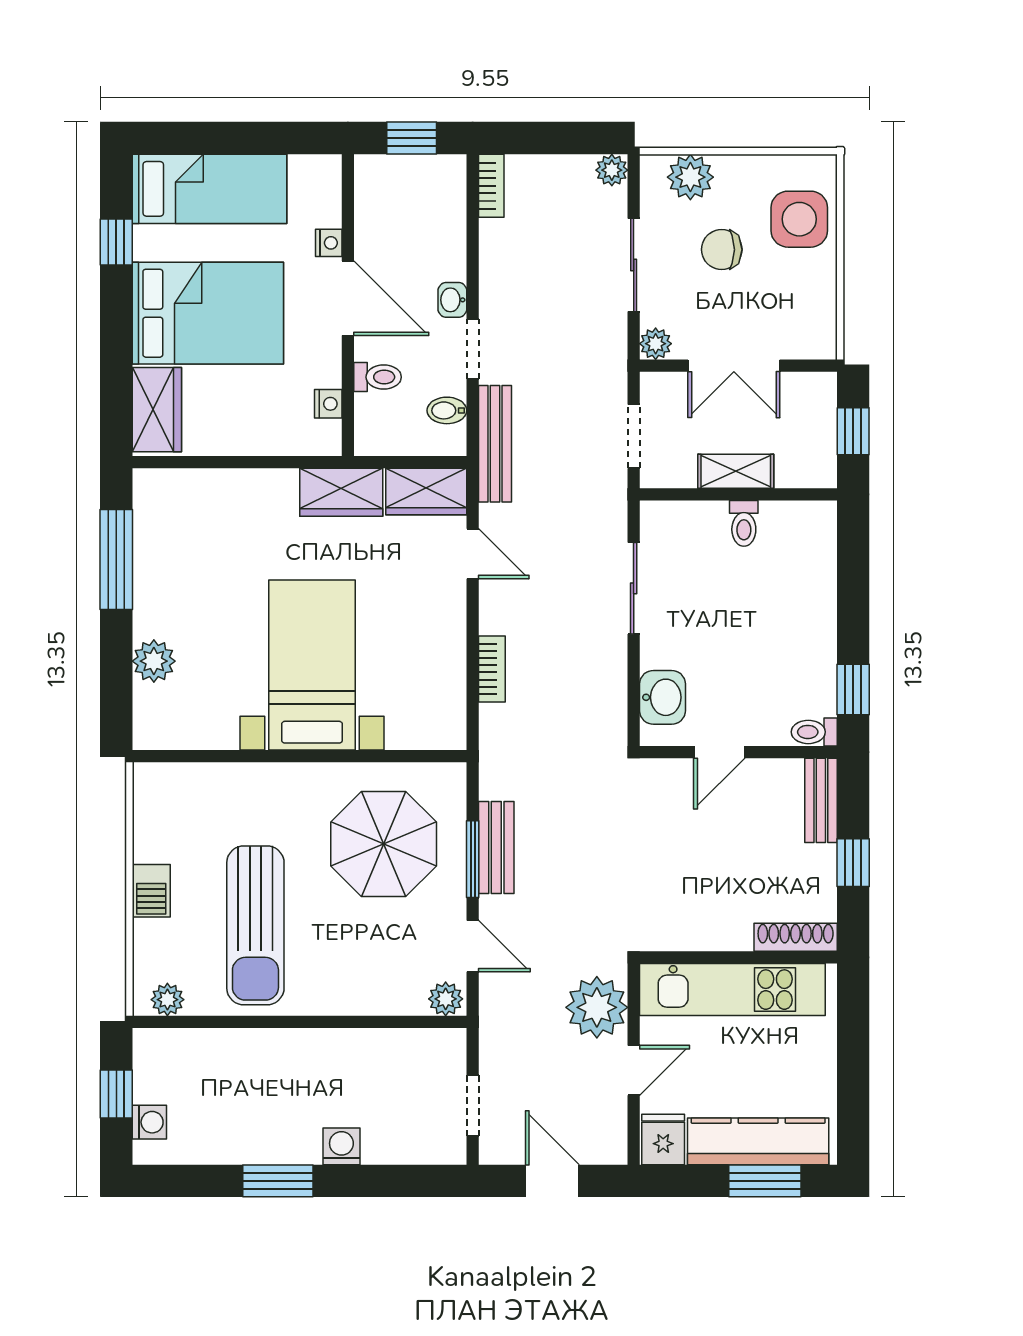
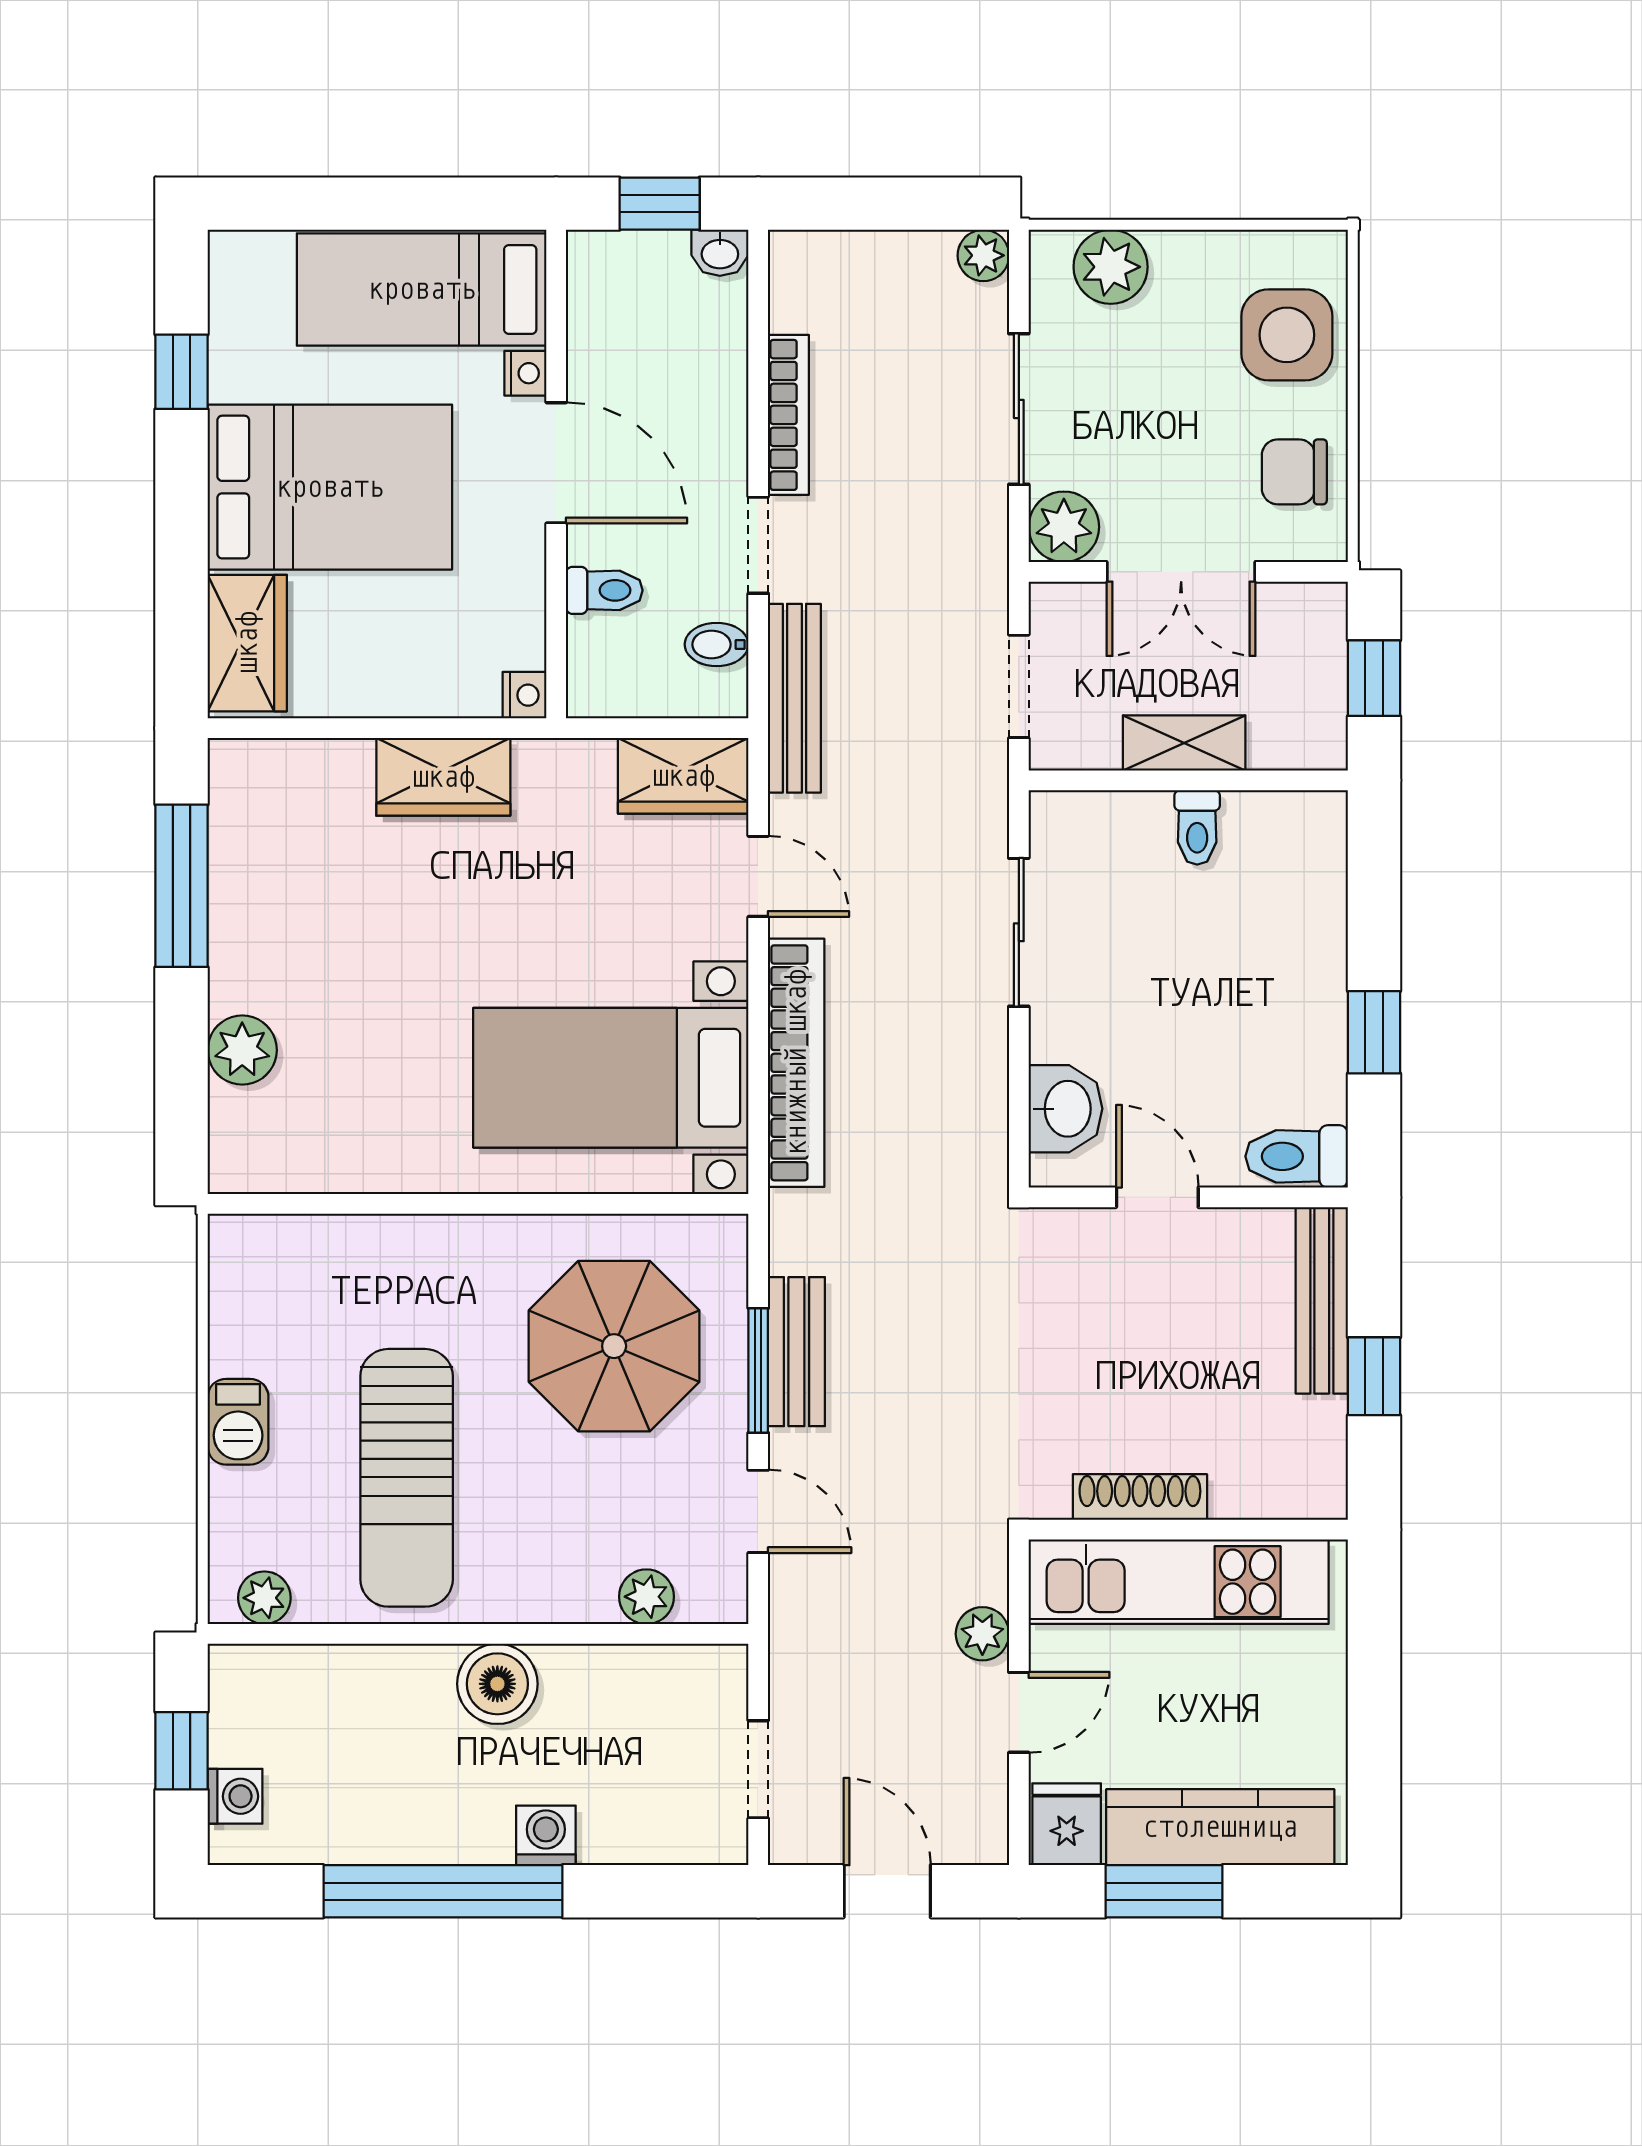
bookcase: (491, 186) -> (788, 415), moved, width x1.56
bed: (210, 189) -> (422, 289), moved, turned 180
chair: (722, 250) -> (1294, 472), moved
washbasin: (452, 300) -> (720, 253), moved, turned -90
plant: (656, 344) -> (1064, 527), width x1.38, depth x1.38
nightstand: (328, 404) -> (524, 695), moved
wardrobe: (341, 492) -> (443, 777), moved
bed with nightstands: (312, 665) -> (611, 1078), moved, turned -90
bookcase: (492, 669) -> (796, 1063), width x2.31, depth x1.31
window: (853, 690) -> (1374, 1032), moved
toilet: (814, 732) -> (1297, 1156), width x1.37, depth x1.39
door: (719, 752) -> (1157, 1197), swing flipped
bench: (821, 800) -> (1322, 1300), width x1.36
shoe rack: (796, 937) -> (1140, 1497), moved
plant: (446, 999) -> (646, 1597), moved
plant: (597, 1007) -> (982, 1634), width x0.53, depth x0.53
boiler: (311, 1053) -> (497, 1684), added
window: (278, 1181) -> (443, 1891), width x2.11
window: (765, 1181) -> (1164, 1891), moved

